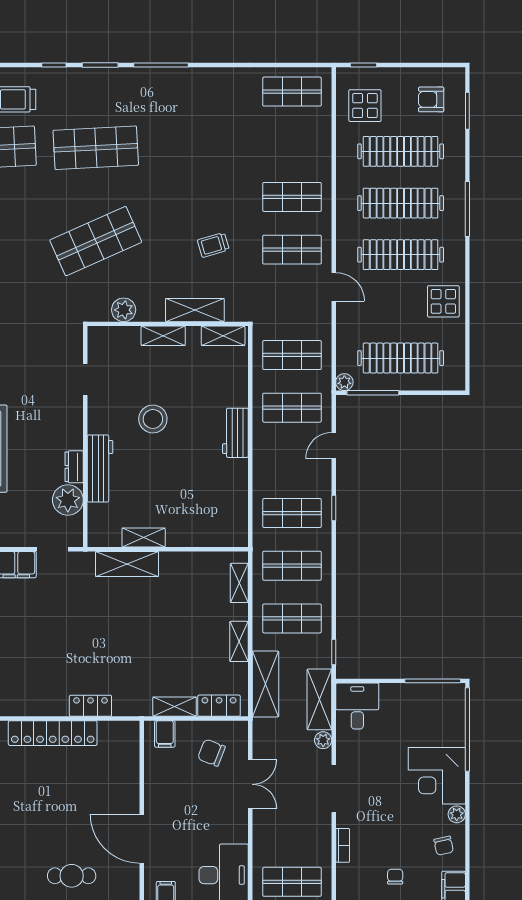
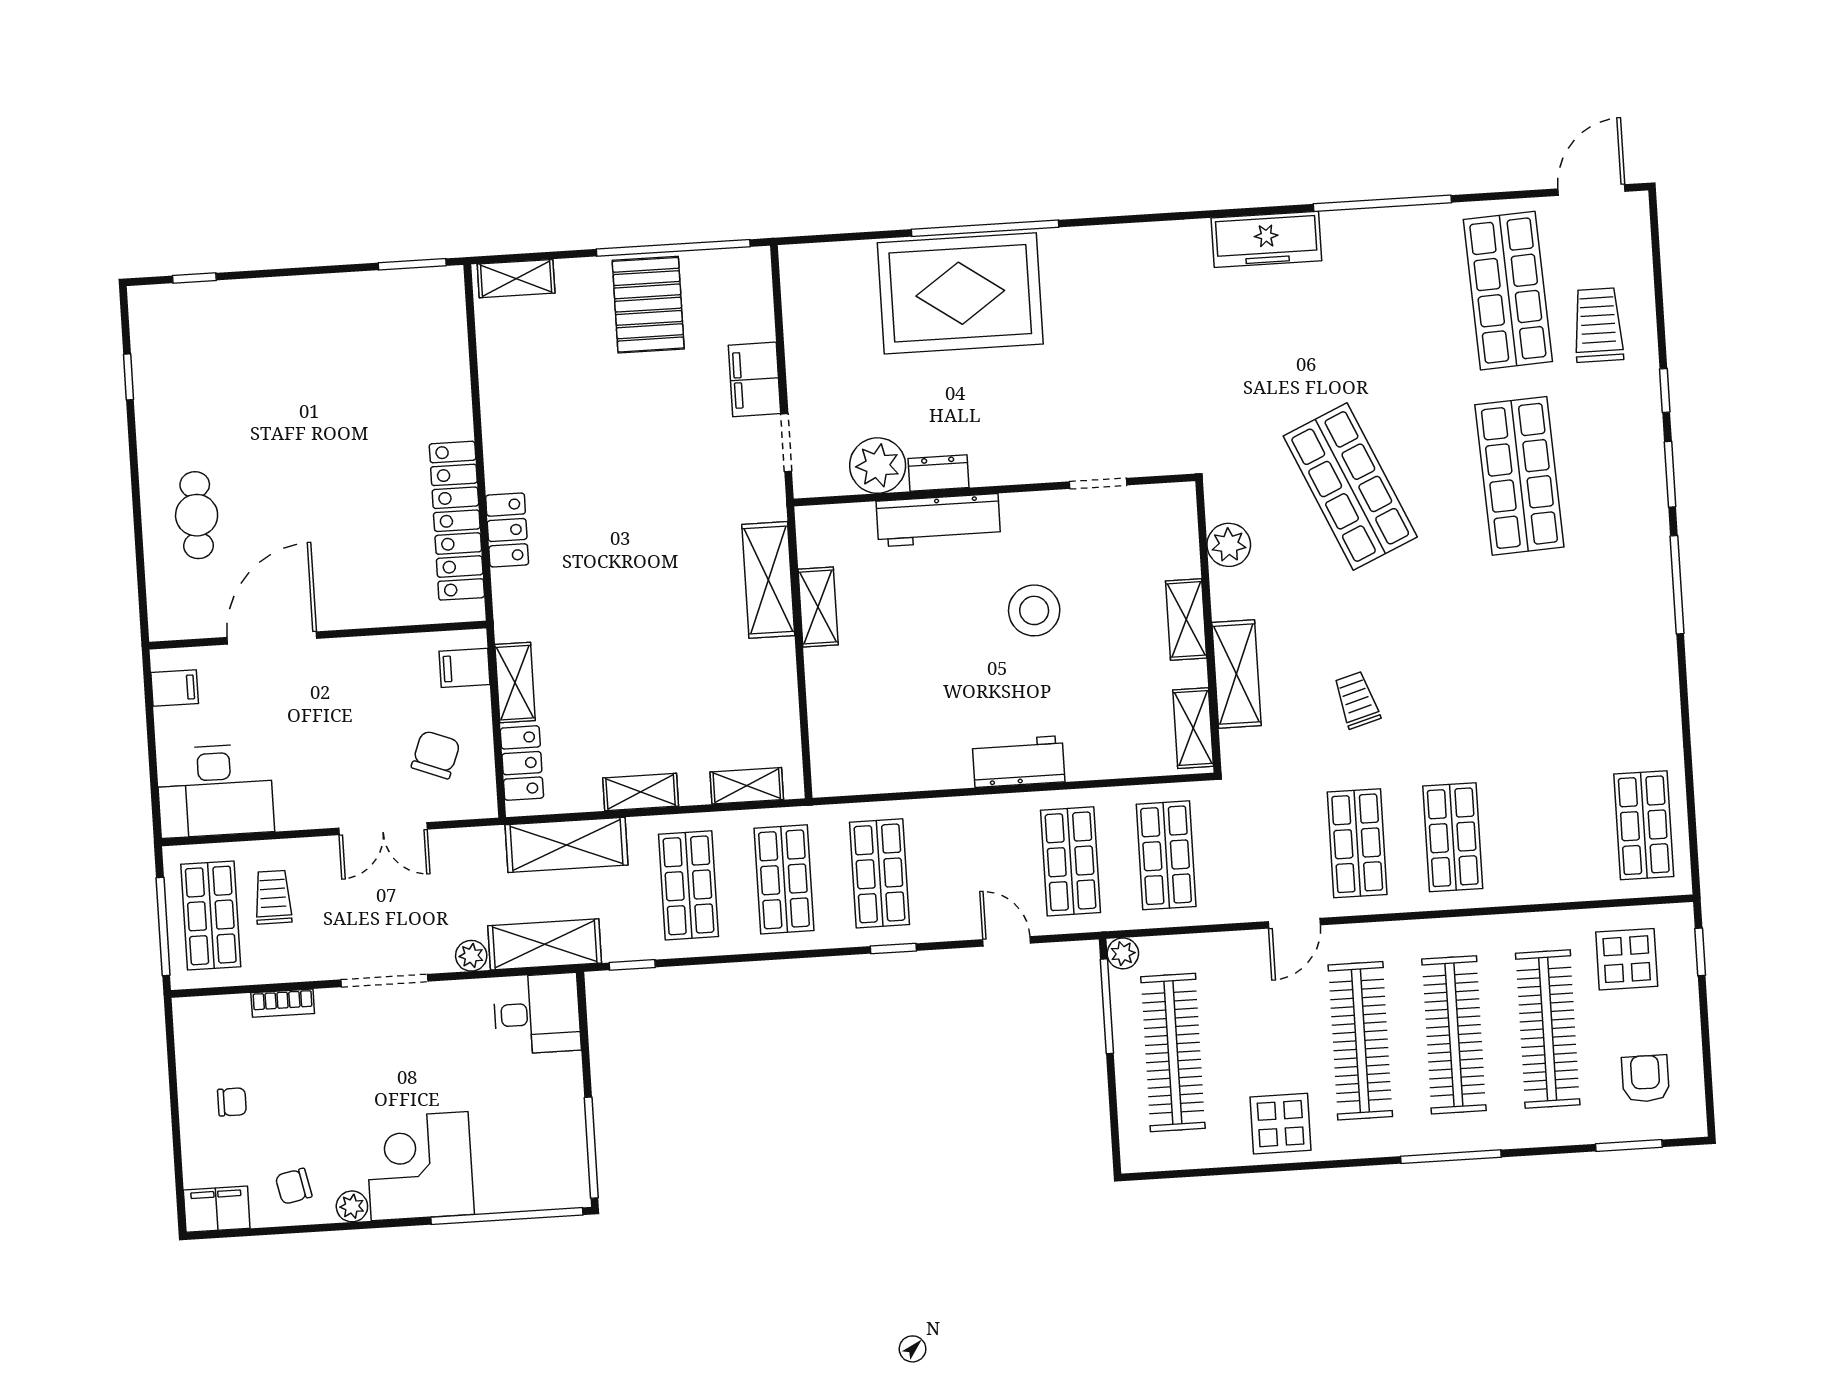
locker: (53, 733) -> (457, 521), moved
trolley: (284, 847) -> (273, 897), added

